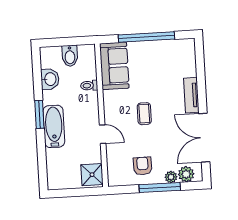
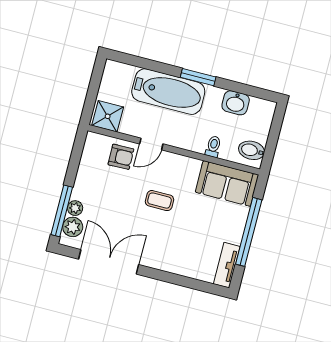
bidet: (70, 56) -> (252, 150), moved
tv unit: (191, 95) -> (227, 265), moved, turned -90
bathtub: (54, 126) -> (168, 92), width x1.36, depth x1.36
armchair: (143, 166) -> (121, 157), moved
window: (160, 188) -> (62, 211), moved

